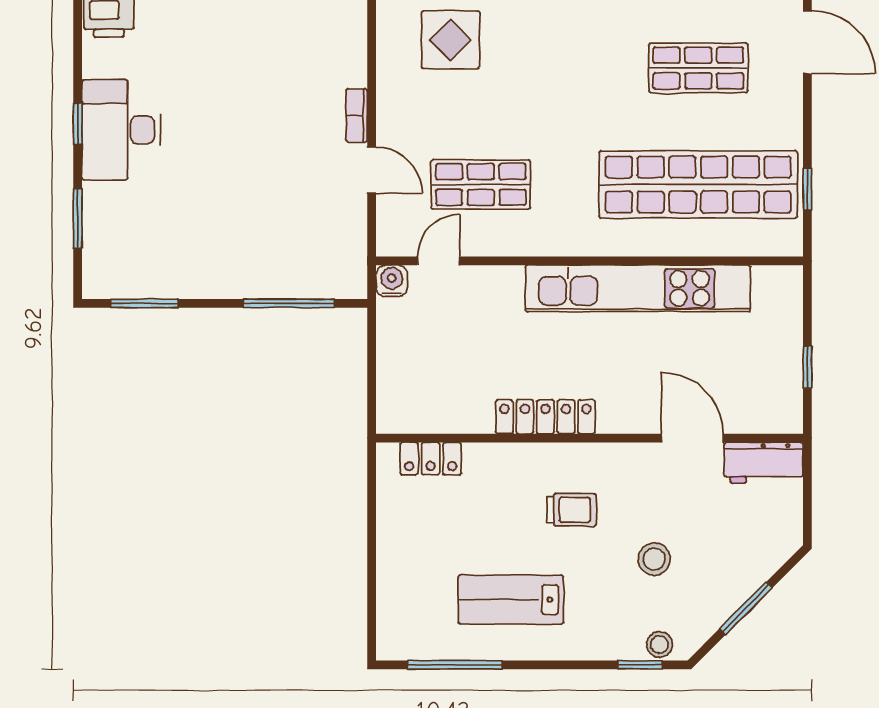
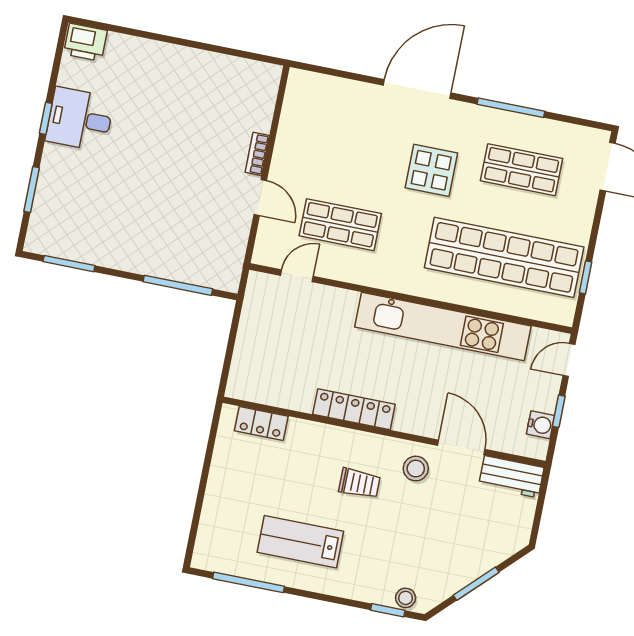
display table: (450, 40) -> (431, 170), moved
desk: (121, 130) -> (80, 119), width x0.73
water cooler: (392, 281) -> (540, 425), moved, turned 90
door: (807, 299) -> (569, 360), added
stool: (654, 559) -> (416, 469), moved

